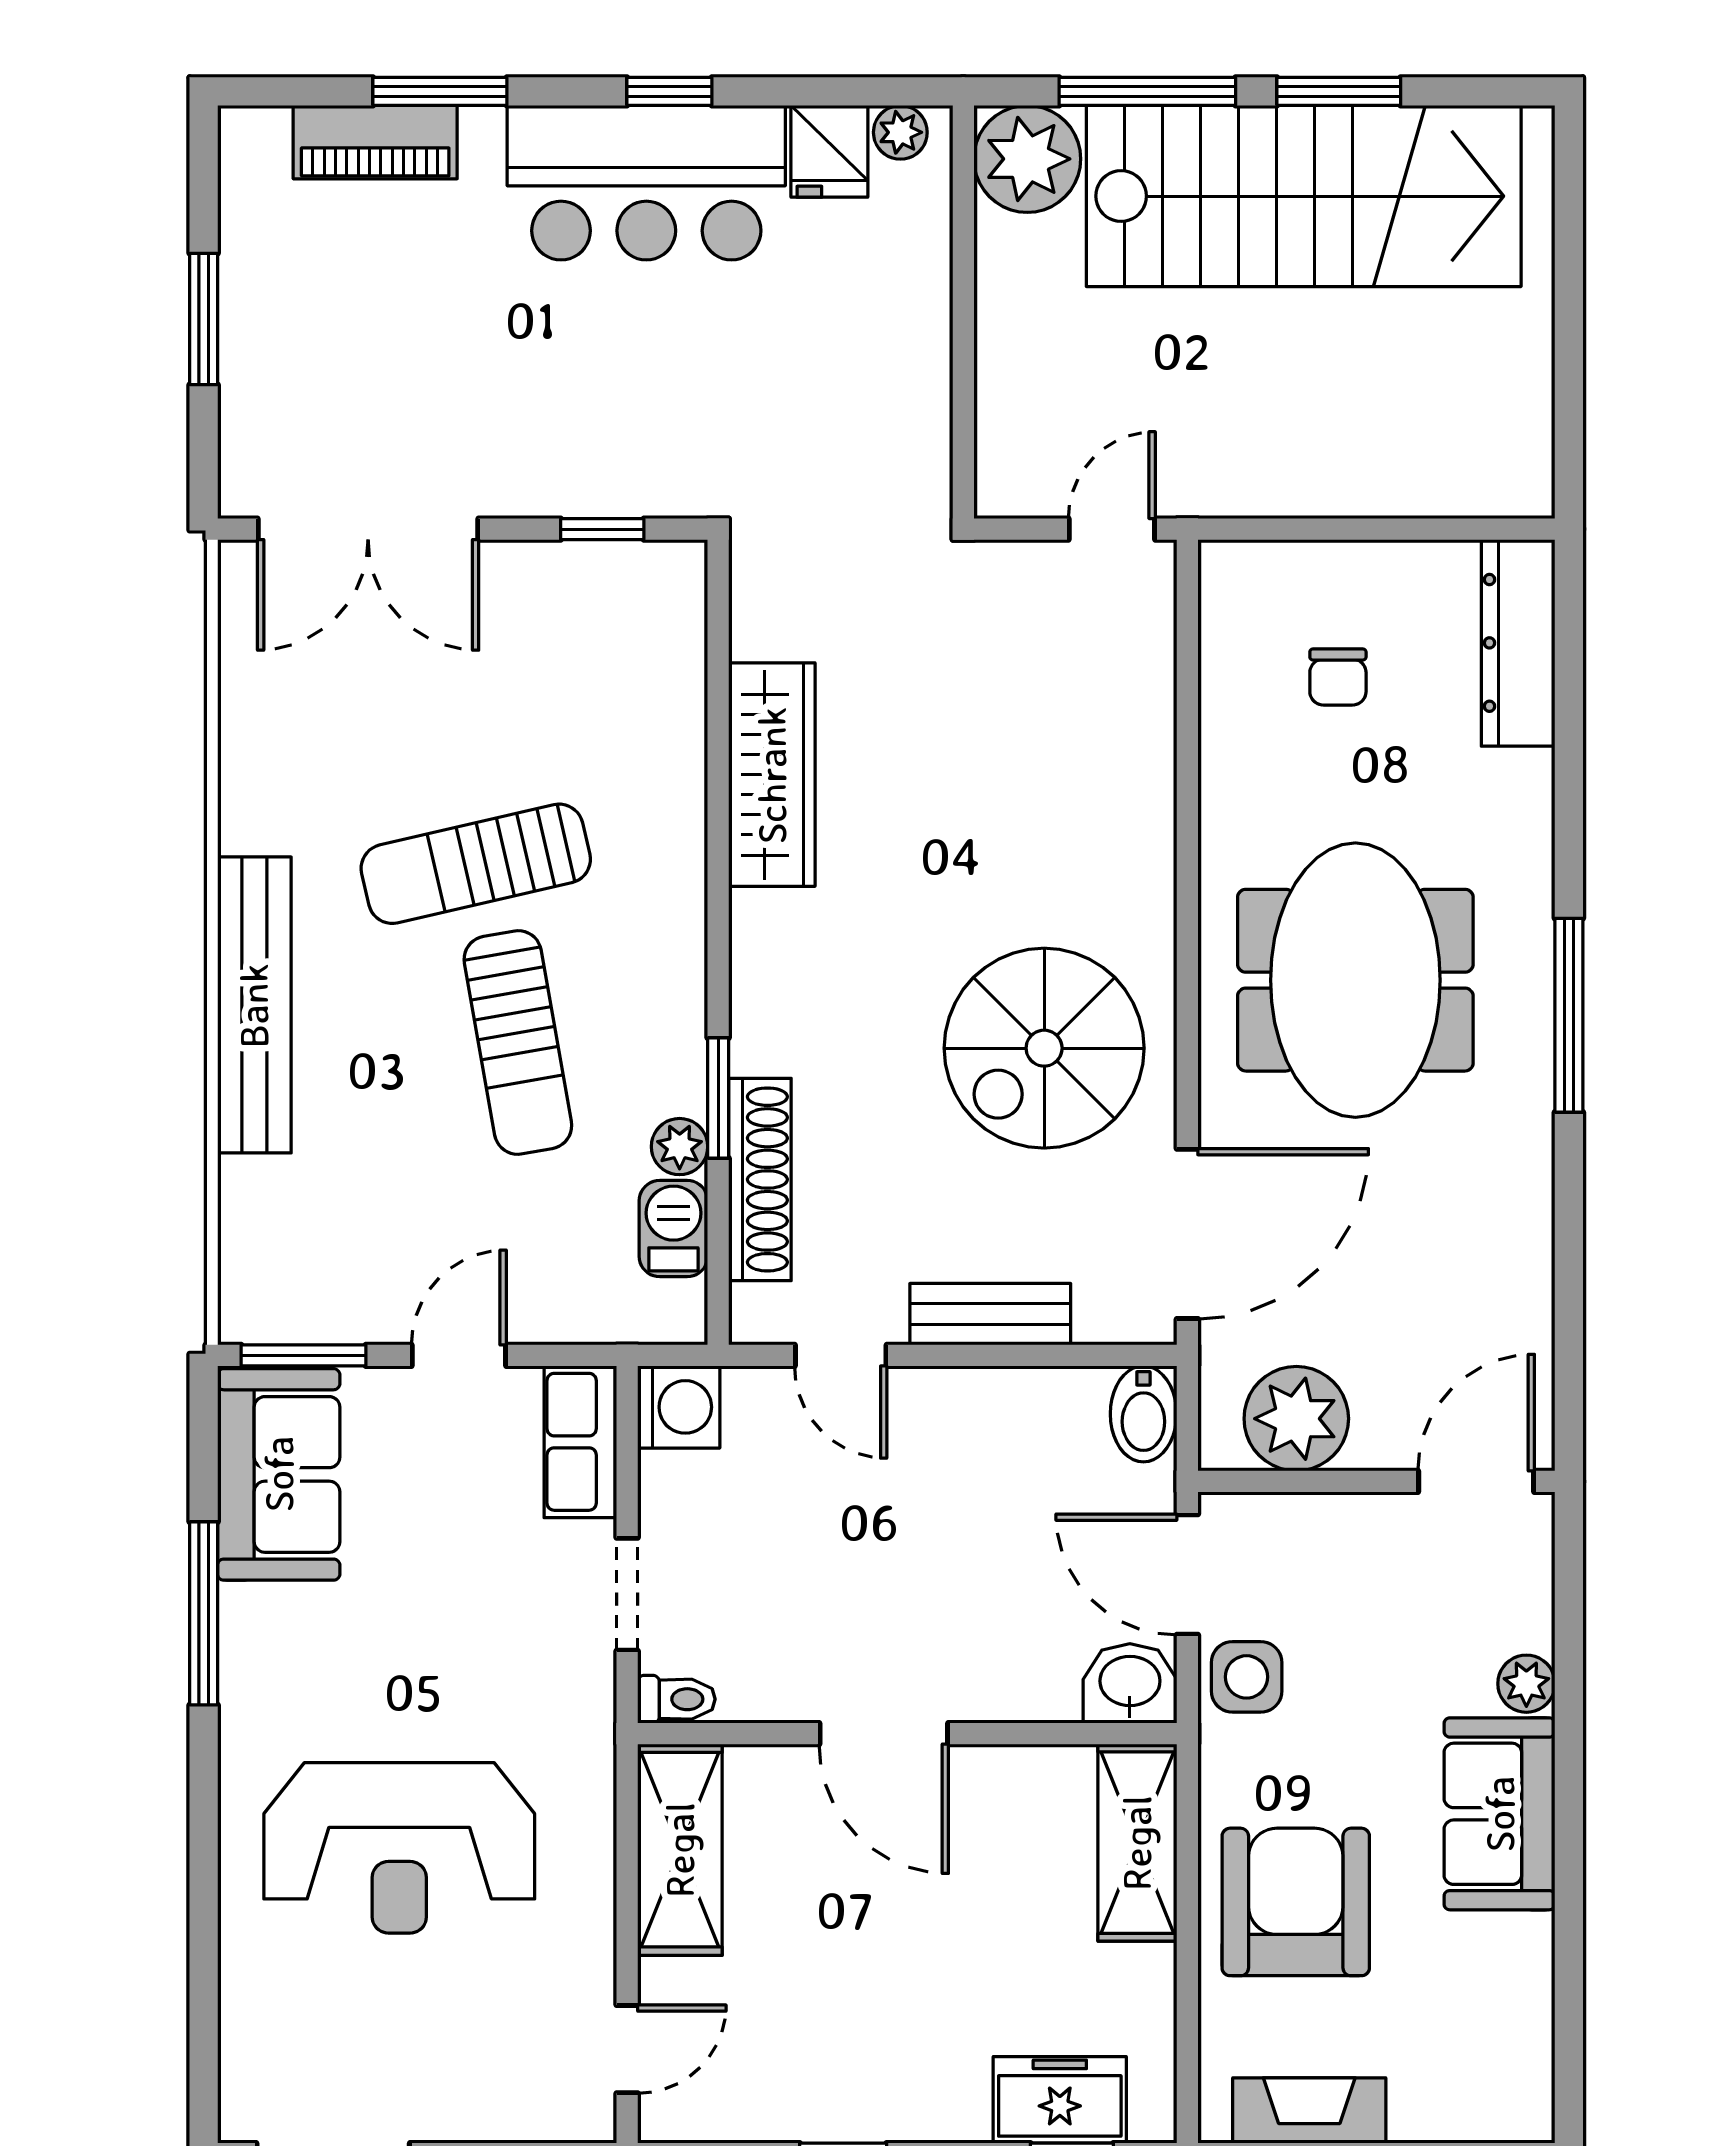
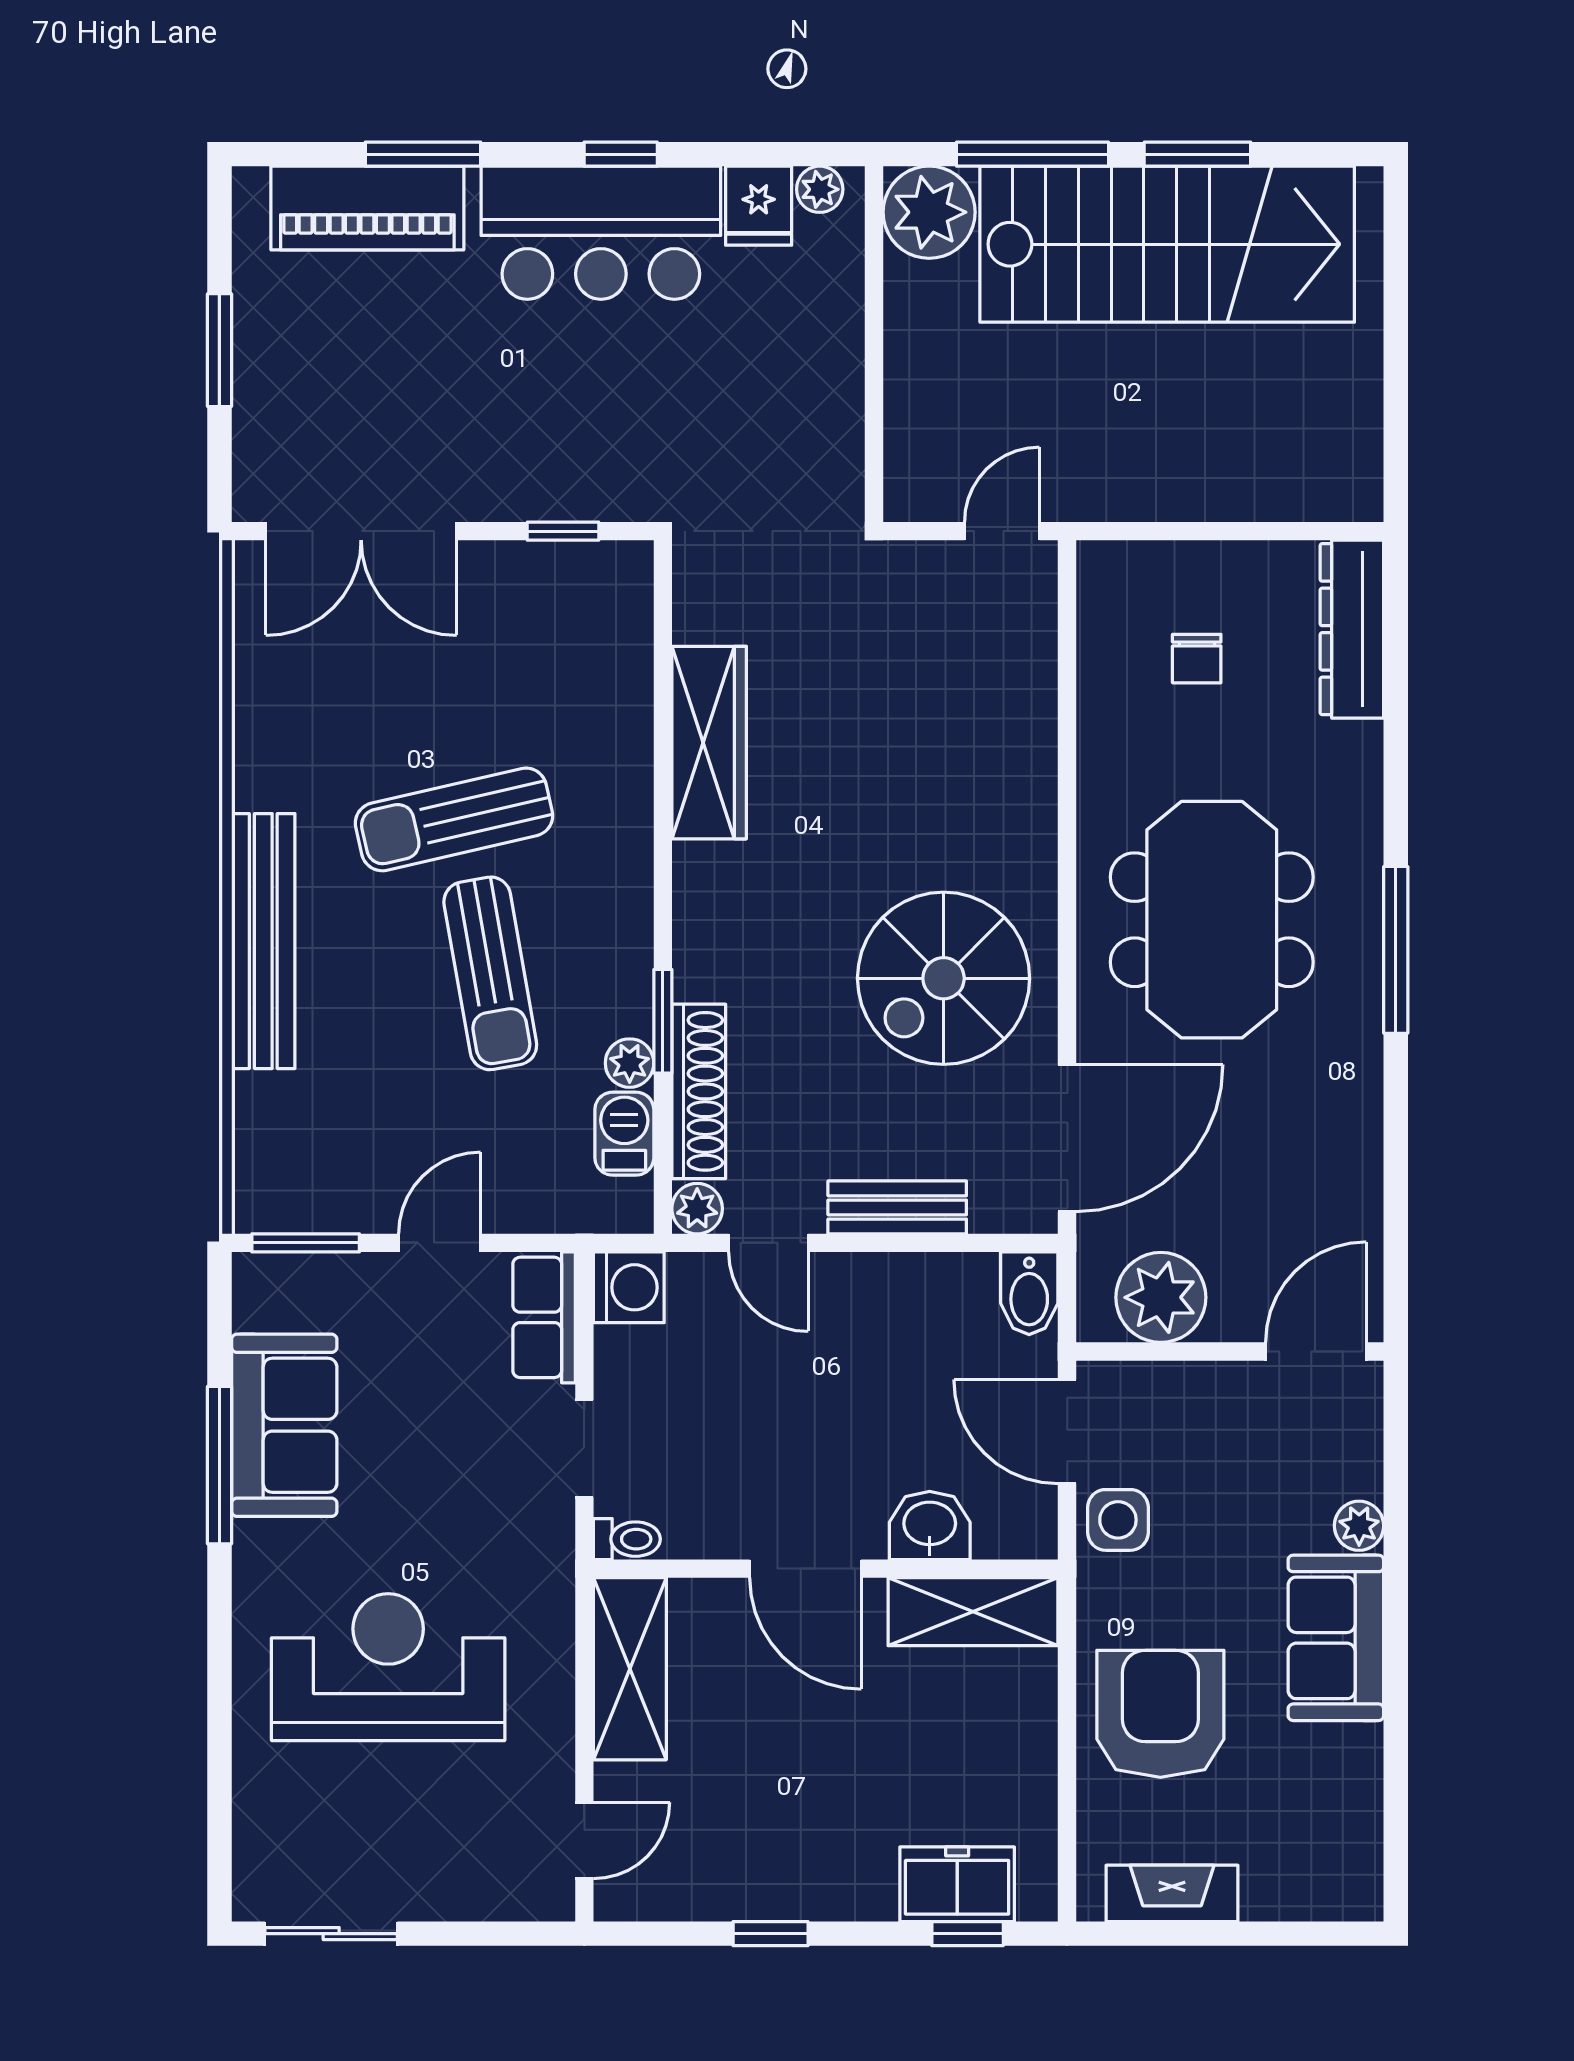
piano: (375, 142) -> (367, 208), width x1.37, depth x1.33
plant: (758, 1316) -> (697, 1209), added
sofa: (279, 1474) -> (284, 1425), moved
washbasin: (1130, 1683) -> (930, 1525), moved
shelving: (1137, 1843) -> (973, 1612), moved, turned 90
reception desk: (399, 1848) -> (388, 1667), turned 180

